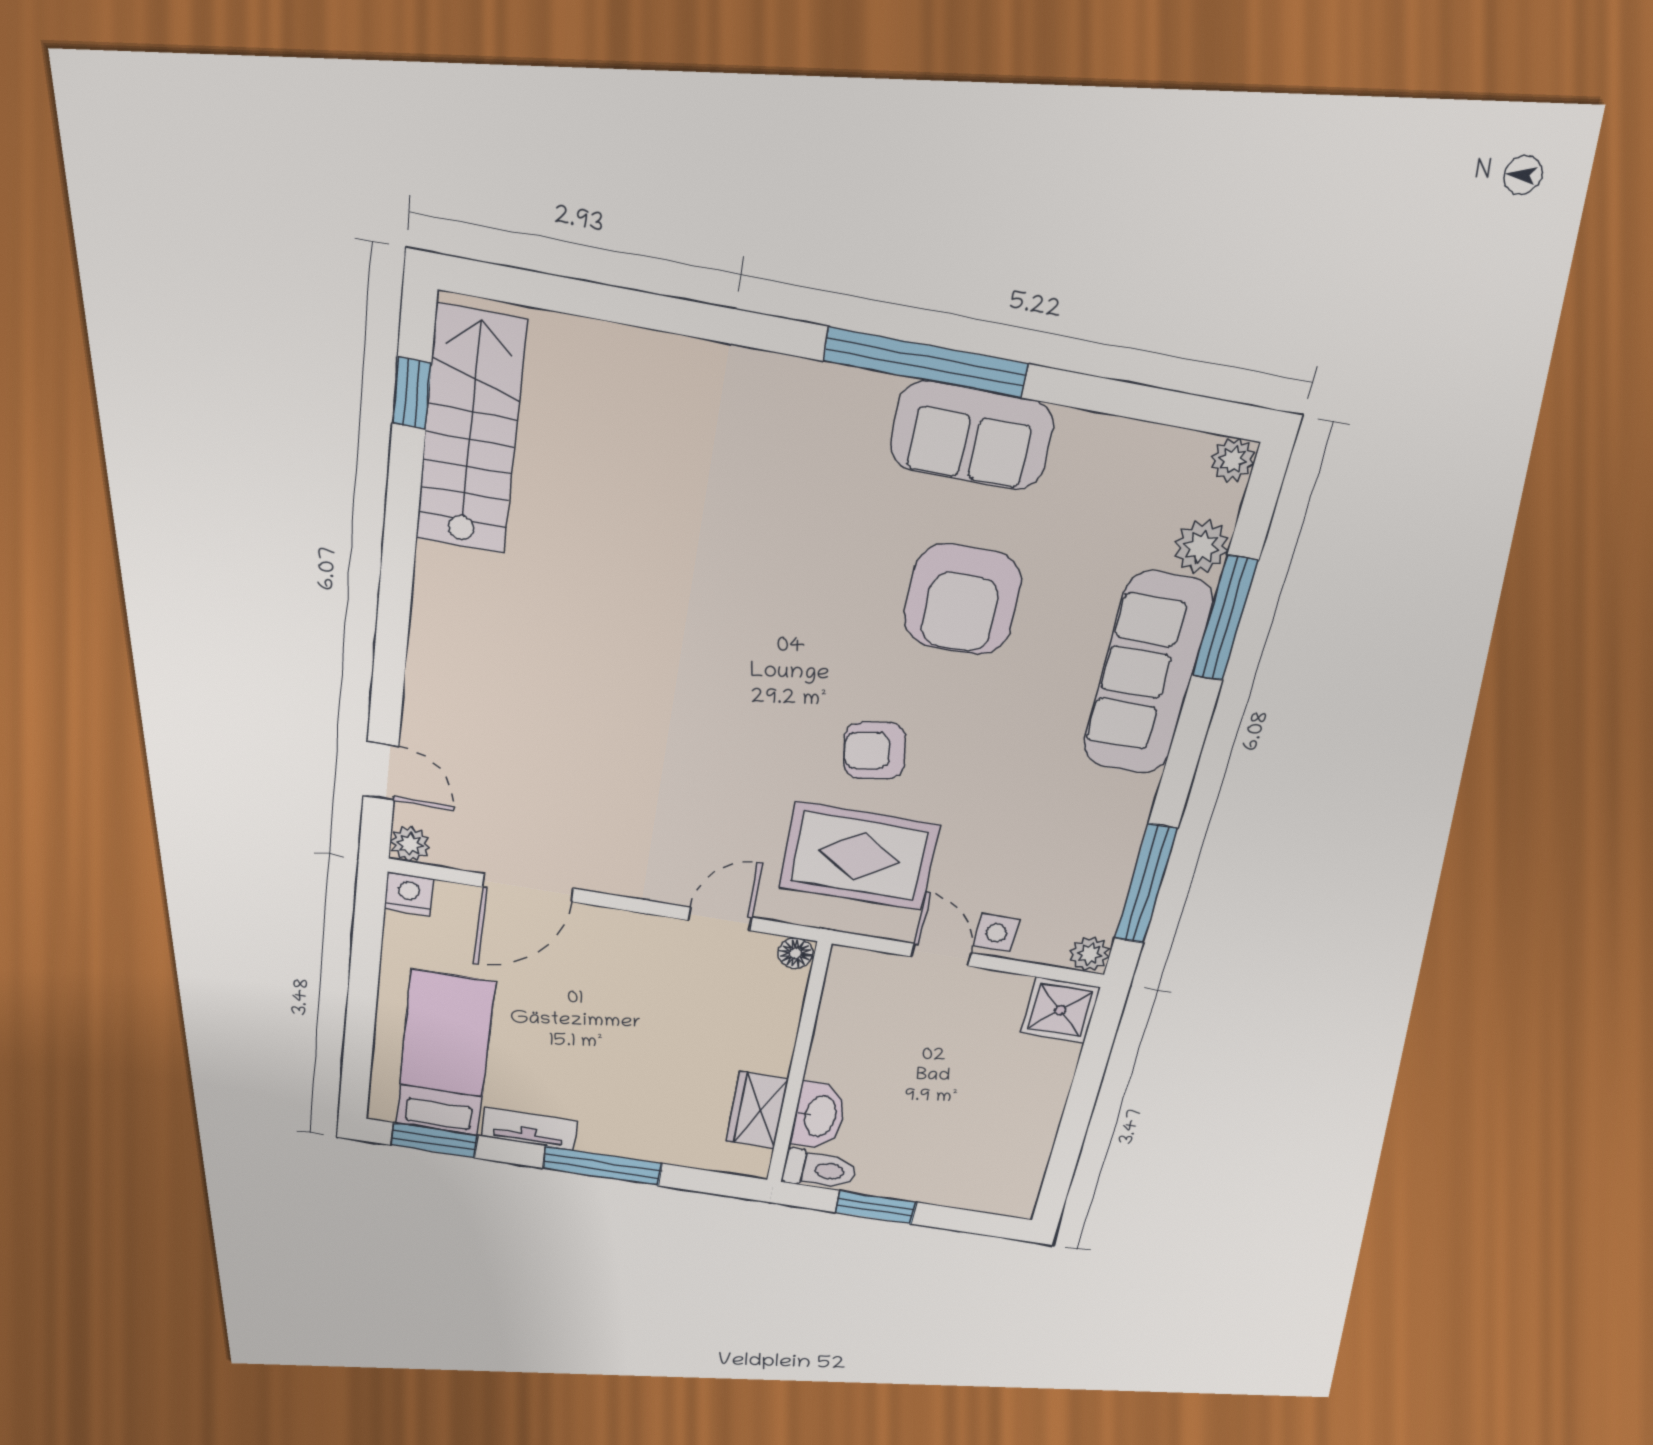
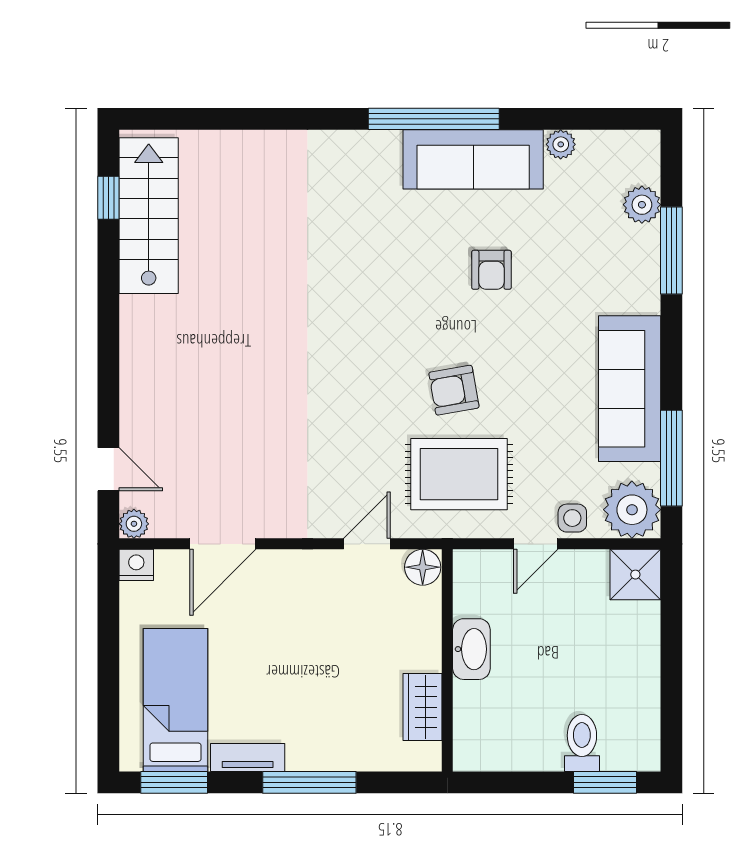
sofa: (972, 435) -> (473, 159), width x1.36
plant: (1233, 460) -> (561, 144), moved
armchair: (962, 600) -> (491, 270), width x0.53, depth x0.53
sofa: (1147, 674) -> (630, 389), moved
floor lamp: (795, 953) -> (423, 567), width x1.37, depth x1.37
plant: (1090, 954) -> (632, 510), width x1.87, depth x1.87
door: (941, 955) -> (536, 544), swing flipped
washbasin: (819, 1116) -> (471, 649), moved
toilet: (819, 1170) -> (582, 743), moved, turned -90
window: (876, 1207) -> (605, 782), moved

